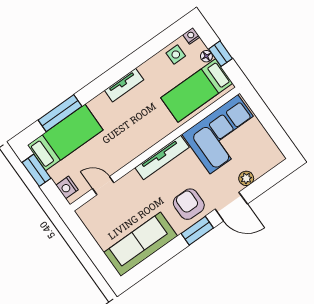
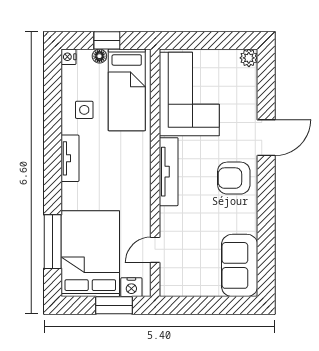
side table: (176, 55) -> (84, 110), moved
bed: (65, 138) -> (90, 254), width x1.50
window: (37, 170) -> (114, 305), moved
plant: (246, 178) -> (249, 58), moved
window: (197, 231) -> (266, 188), removed
sofa: (141, 244) -> (240, 265), width x0.73

